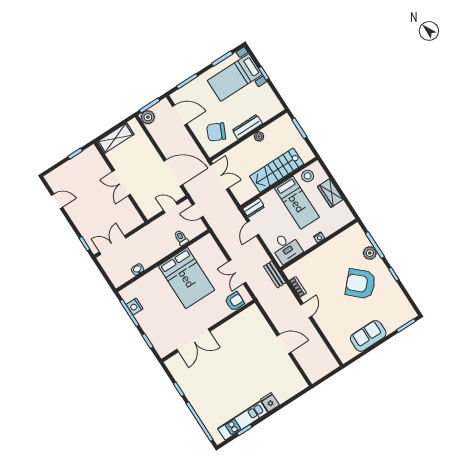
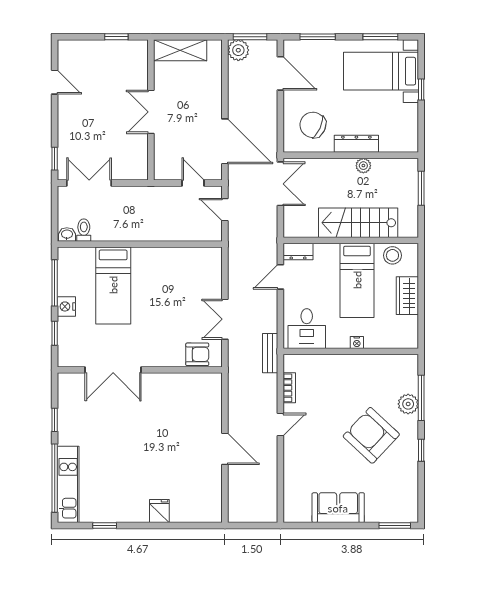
toilet: (181, 238) -> (84, 230), moved
washbasin: (138, 269) -> (67, 234), moved
bed: (187, 278) -> (113, 285), moved, width x0.67
nightstand: (135, 307) -> (66, 306), moved
kitchen unit: (243, 421) -> (68, 484), moved, turned 90

